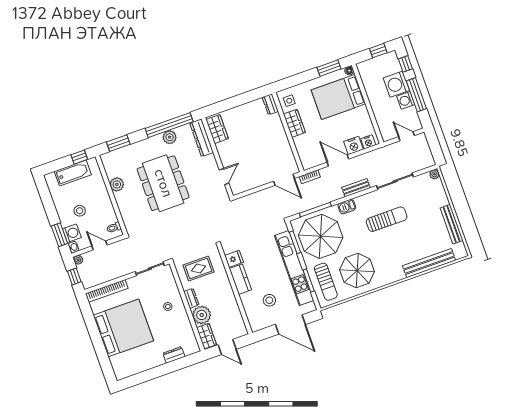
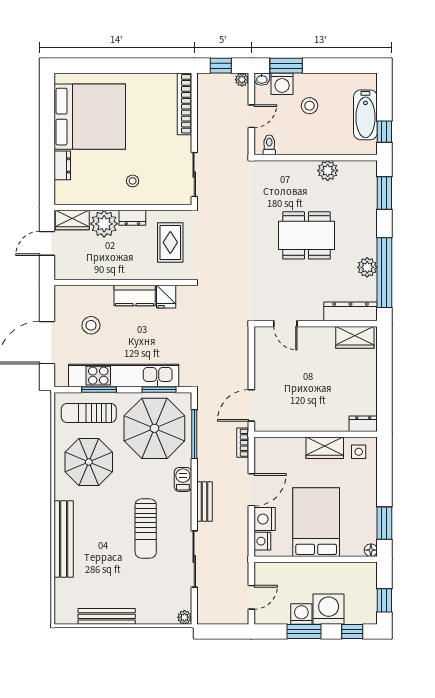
window: (416, 95) -> (304, 632), width x0.69
bed: (338, 97) -> (316, 522), moved
dining table: (163, 183) -> (306, 235), width x0.73, depth x0.80
bench: (429, 263) -> (64, 539), moved
bed: (123, 328) -> (90, 117), moved, turned -90

